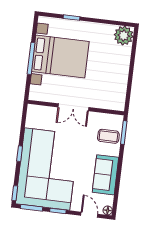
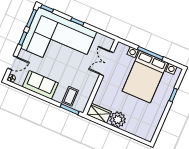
plant: (124, 36) -> (118, 120), moved
wardrobe: (118, 97) -> (99, 113), added
double door: (73, 107) -> (107, 63), moved

